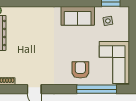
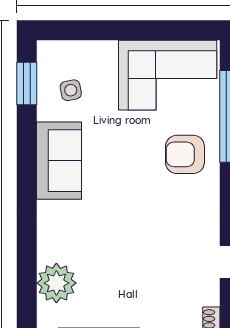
plant: (25, 15) -> (56, 283), added

